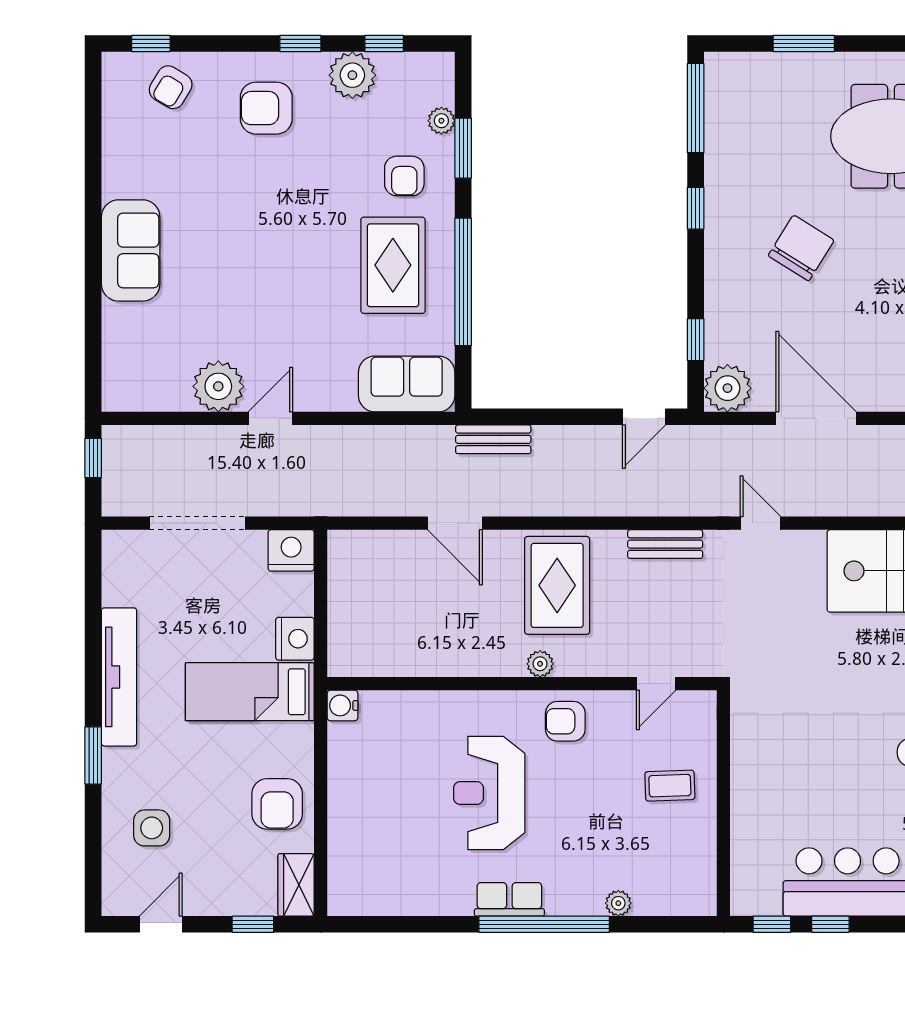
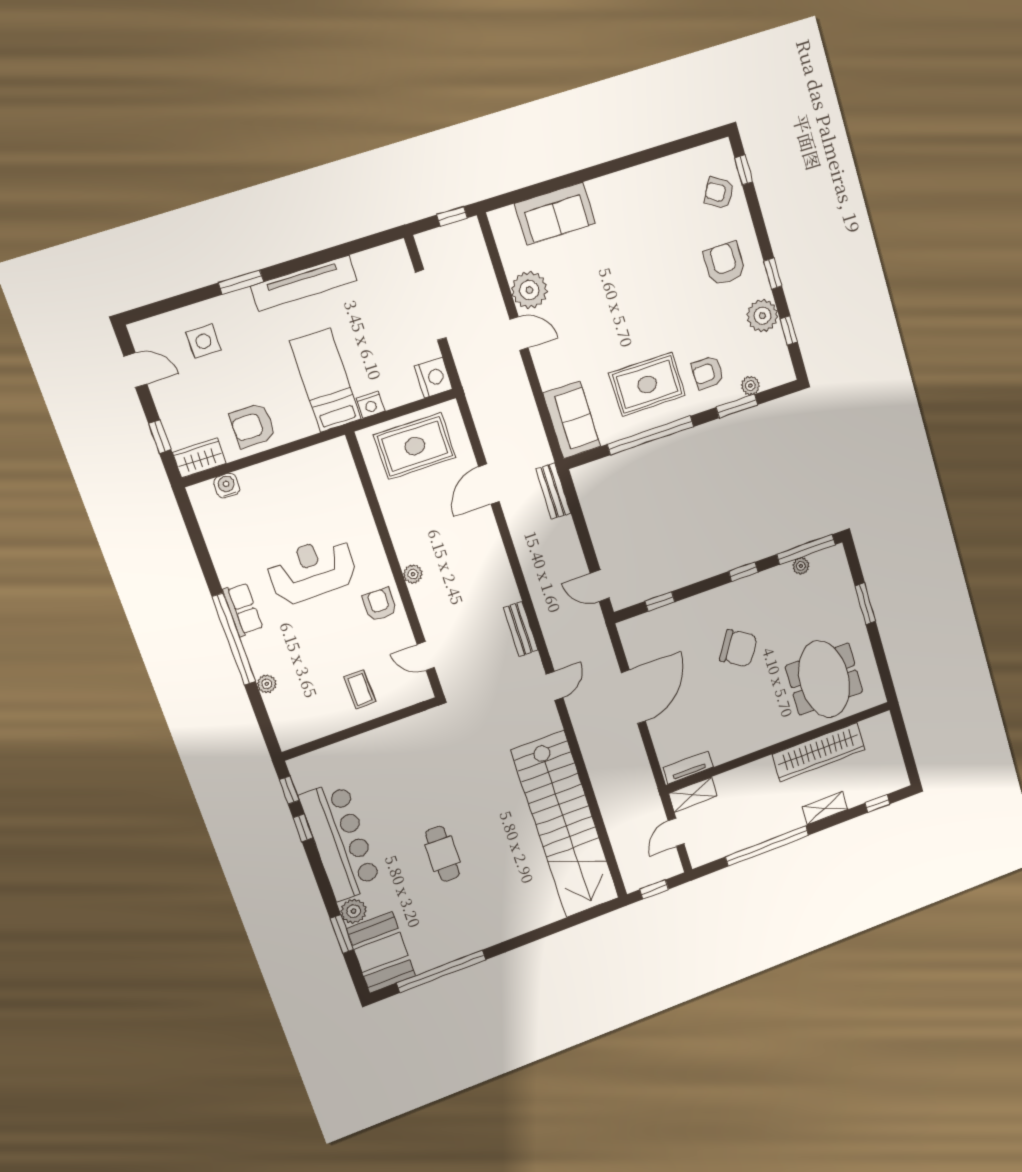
sofa: (131, 250) -> (555, 214), moved
plant: (727, 388) -> (801, 566), moved, width x0.53, depth x0.53
rug: (557, 585) -> (415, 446), moved
nightstand: (295, 639) -> (371, 405), width x0.74, depth x0.75
water cooler: (343, 705) -> (227, 486), moved

